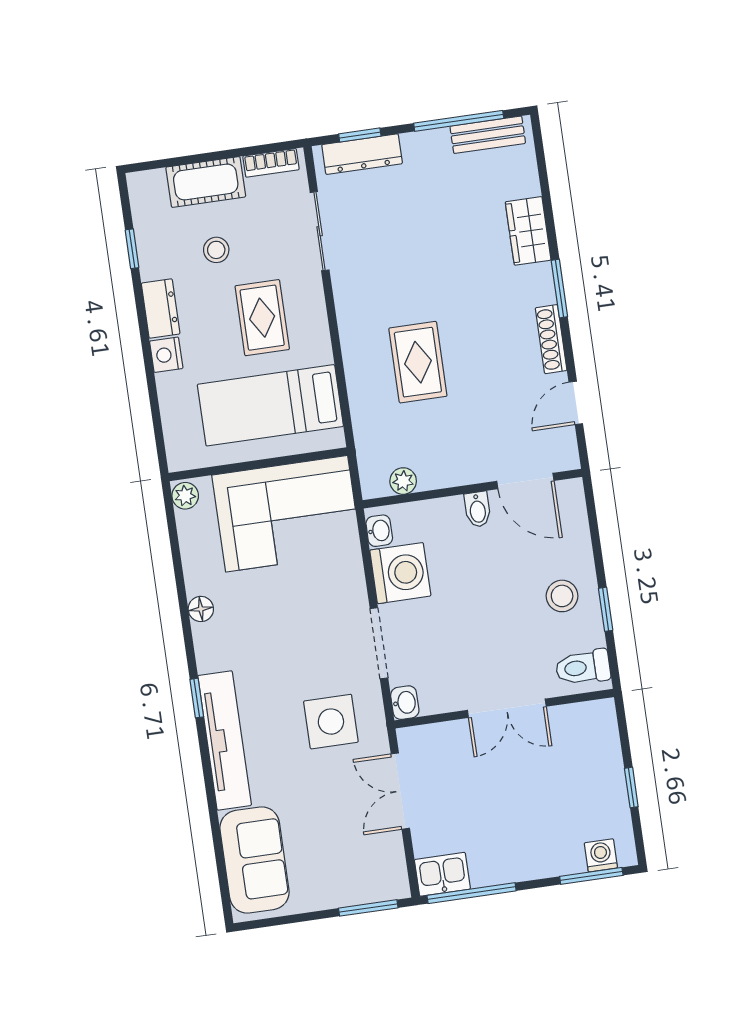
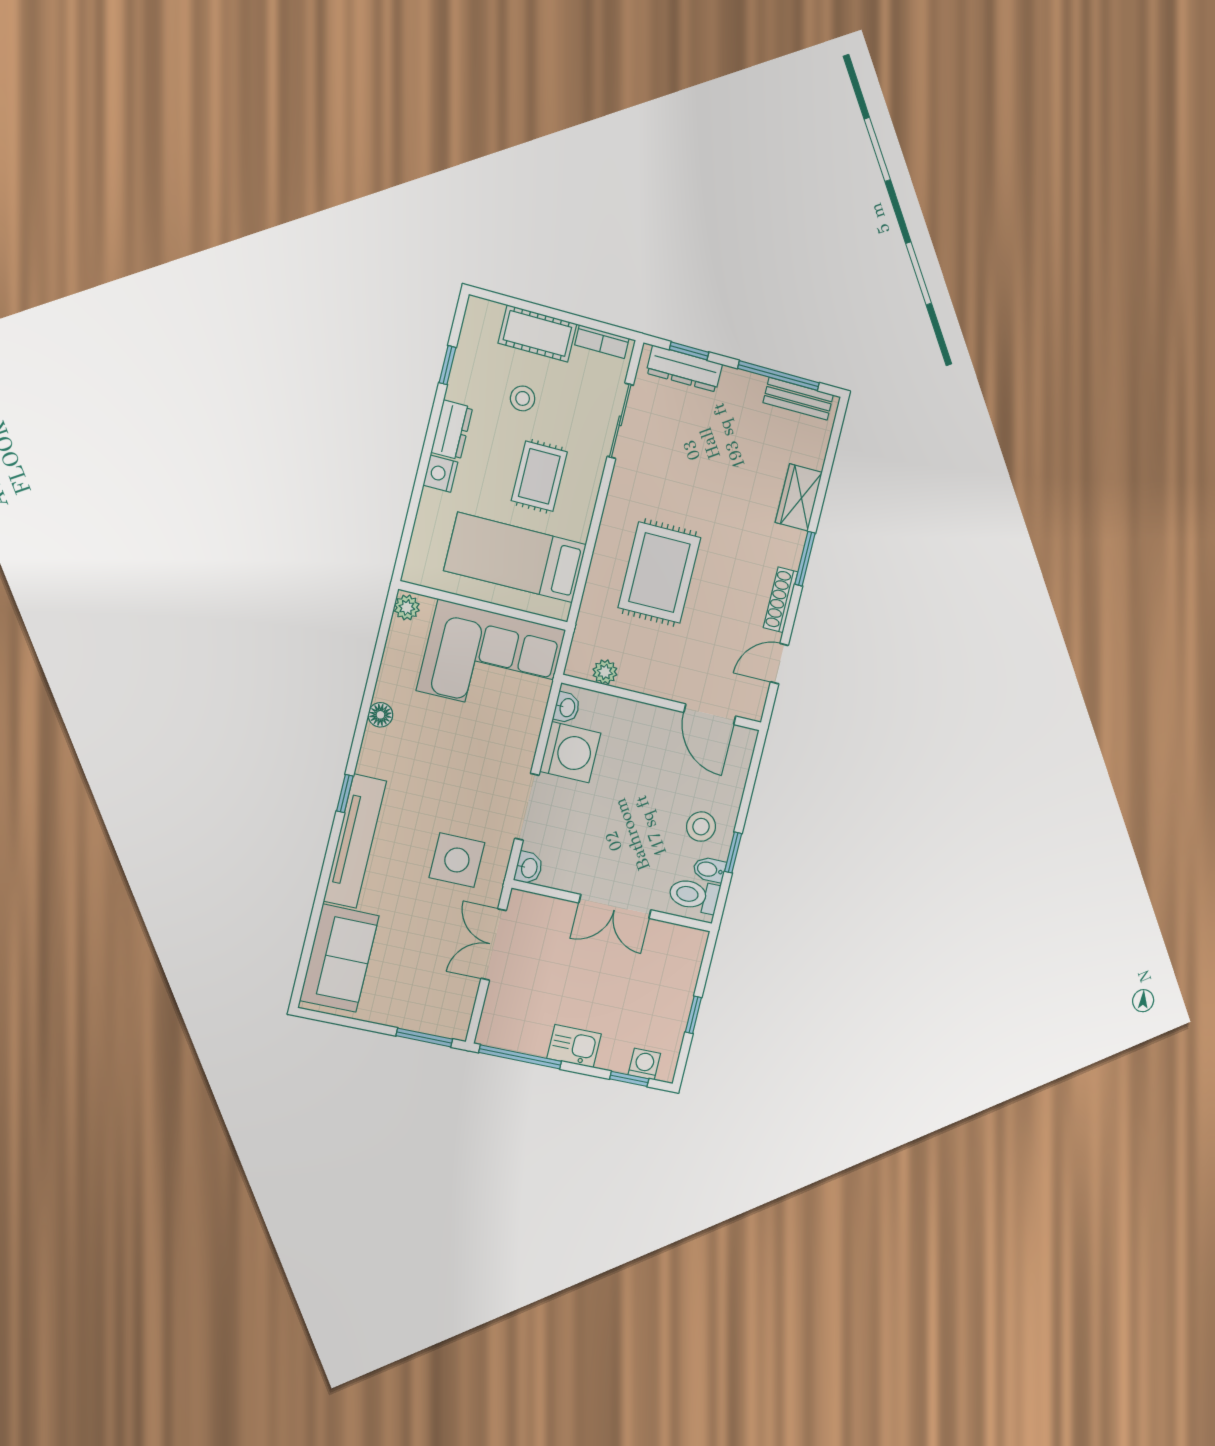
rug: (418, 362) -> (659, 573), width x1.36, depth x1.43
bidet: (478, 509) -> (709, 870), moved, turned 90
kitchen sink: (442, 874) -> (574, 1046), moved
window: (591, 876) -> (629, 1079), width x0.67

